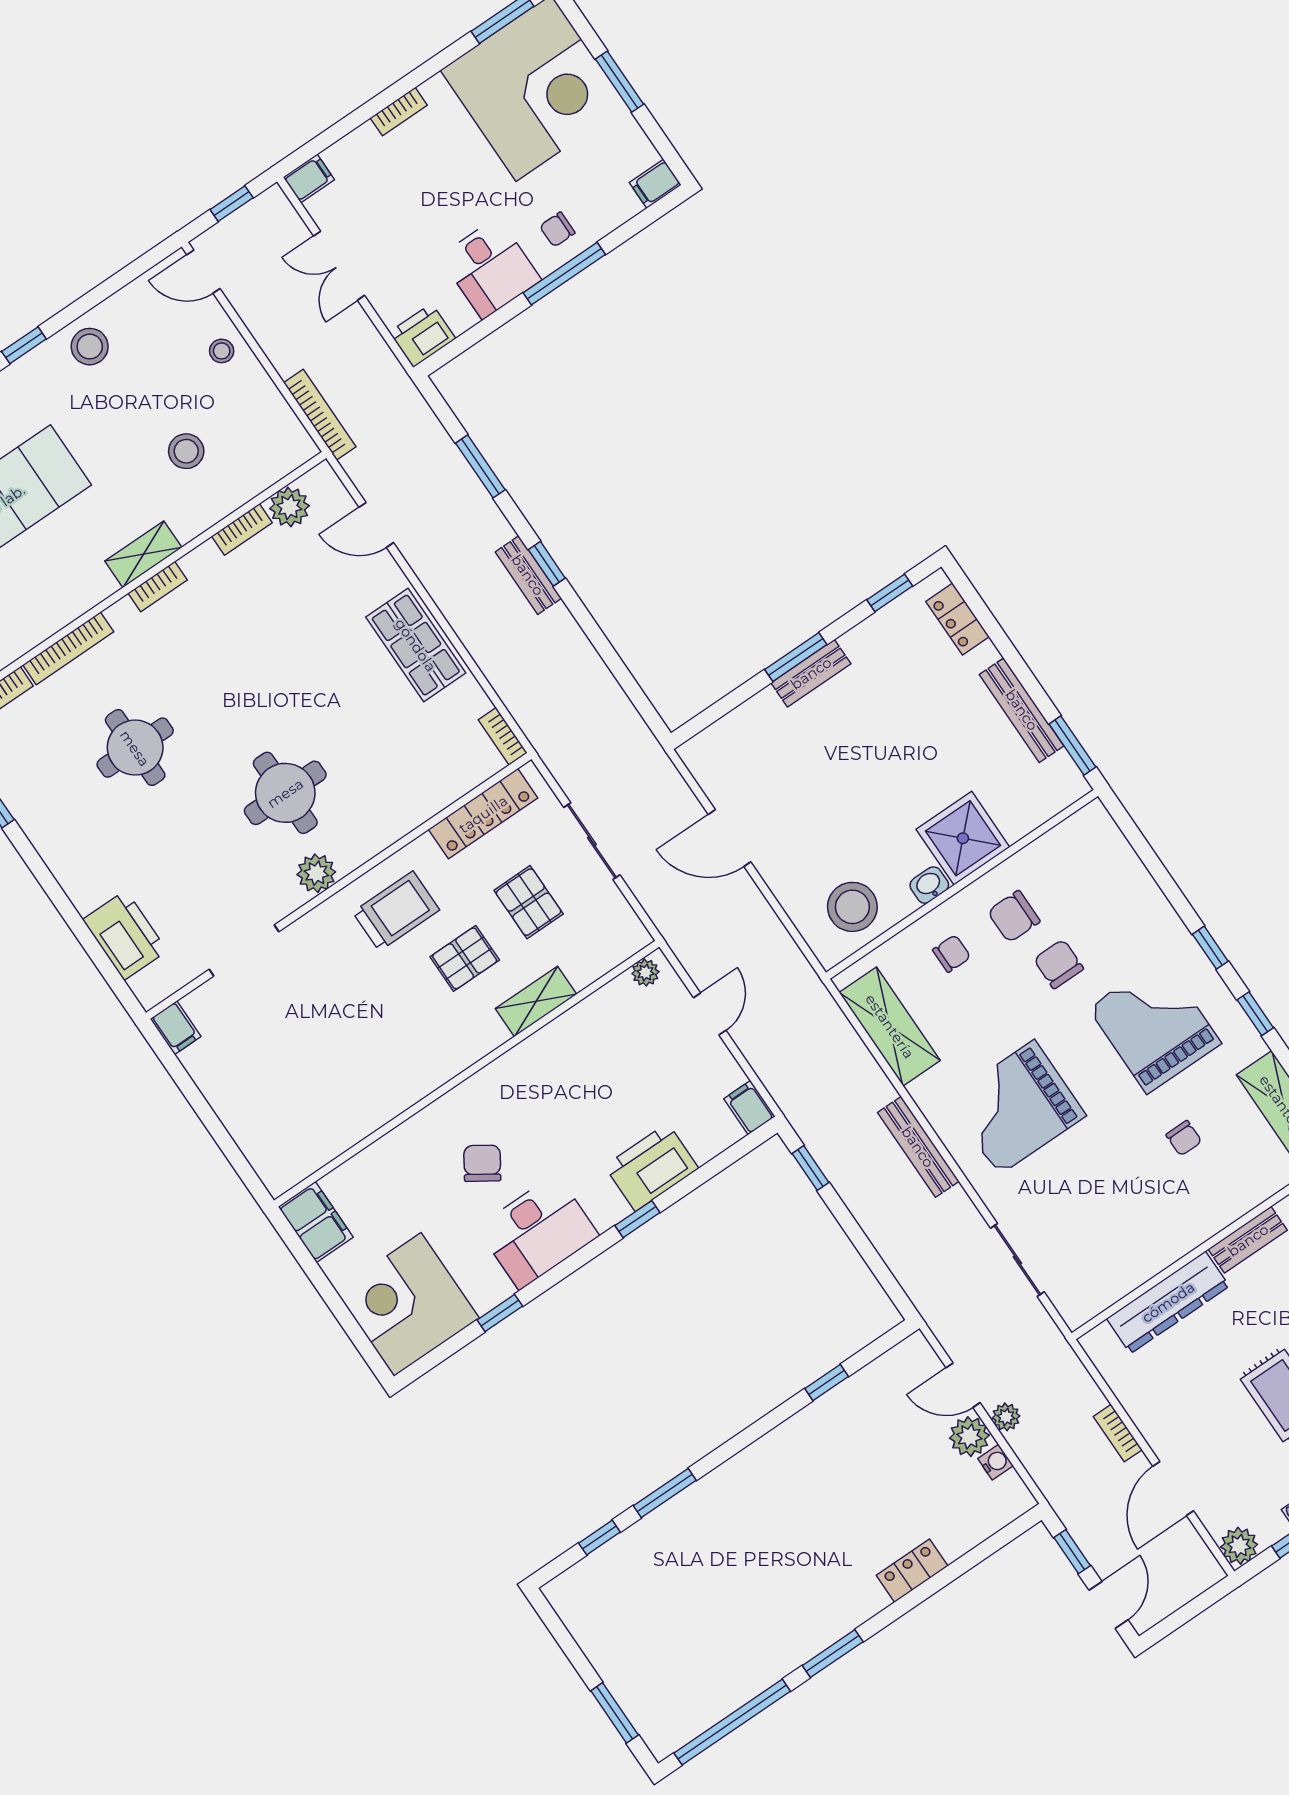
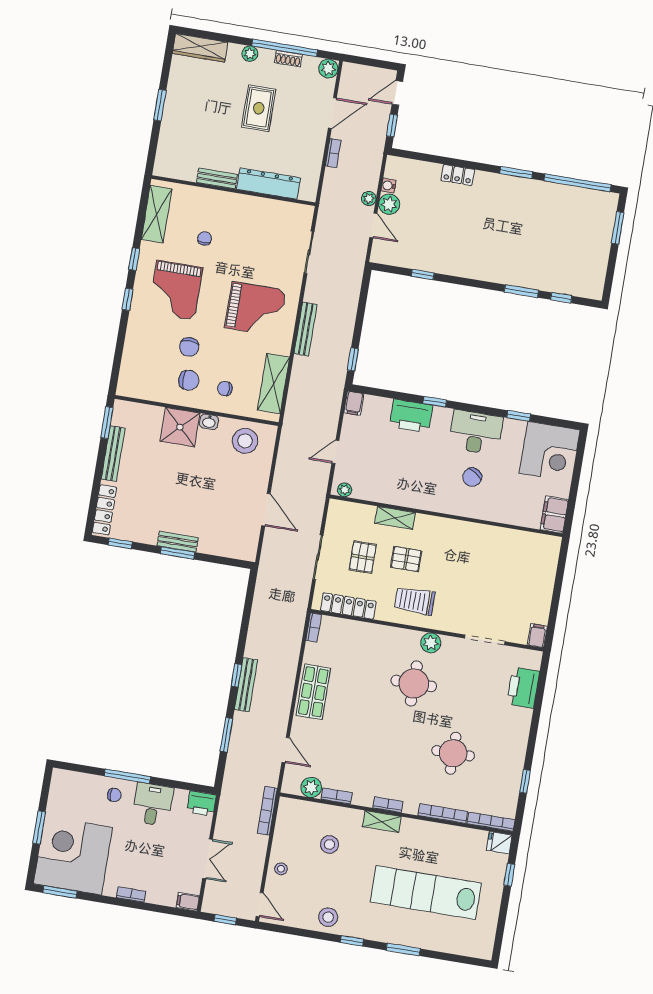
filing cabinet: (655, 184) -> (62, 777), removed
bench: (528, 575) -> (246, 685), width x1.36
locker: (958, 619) -> (104, 510), width x1.53

